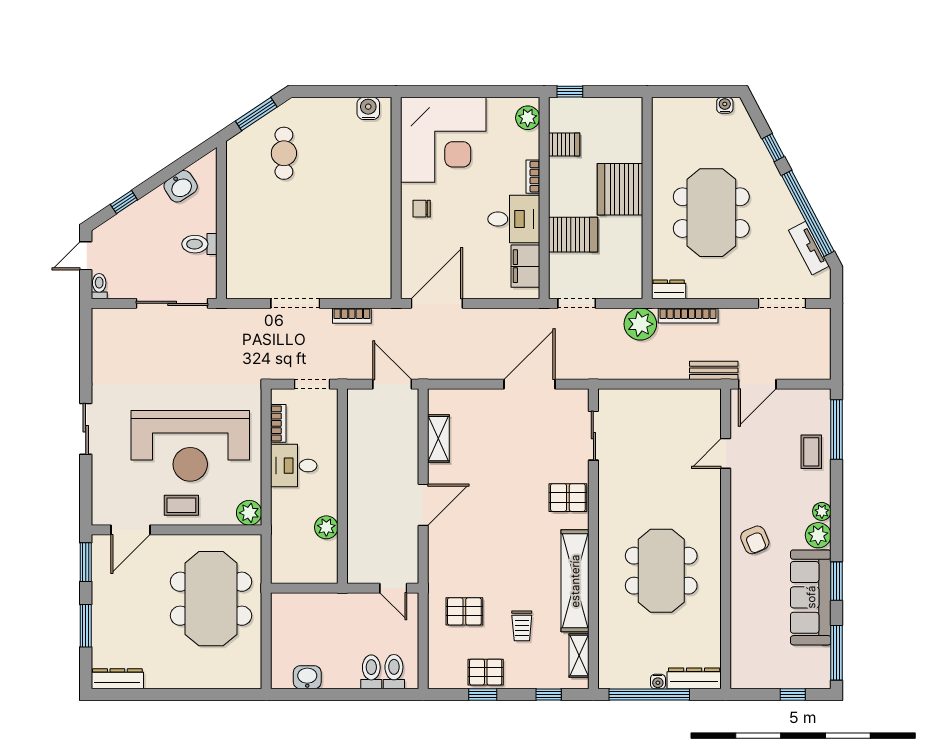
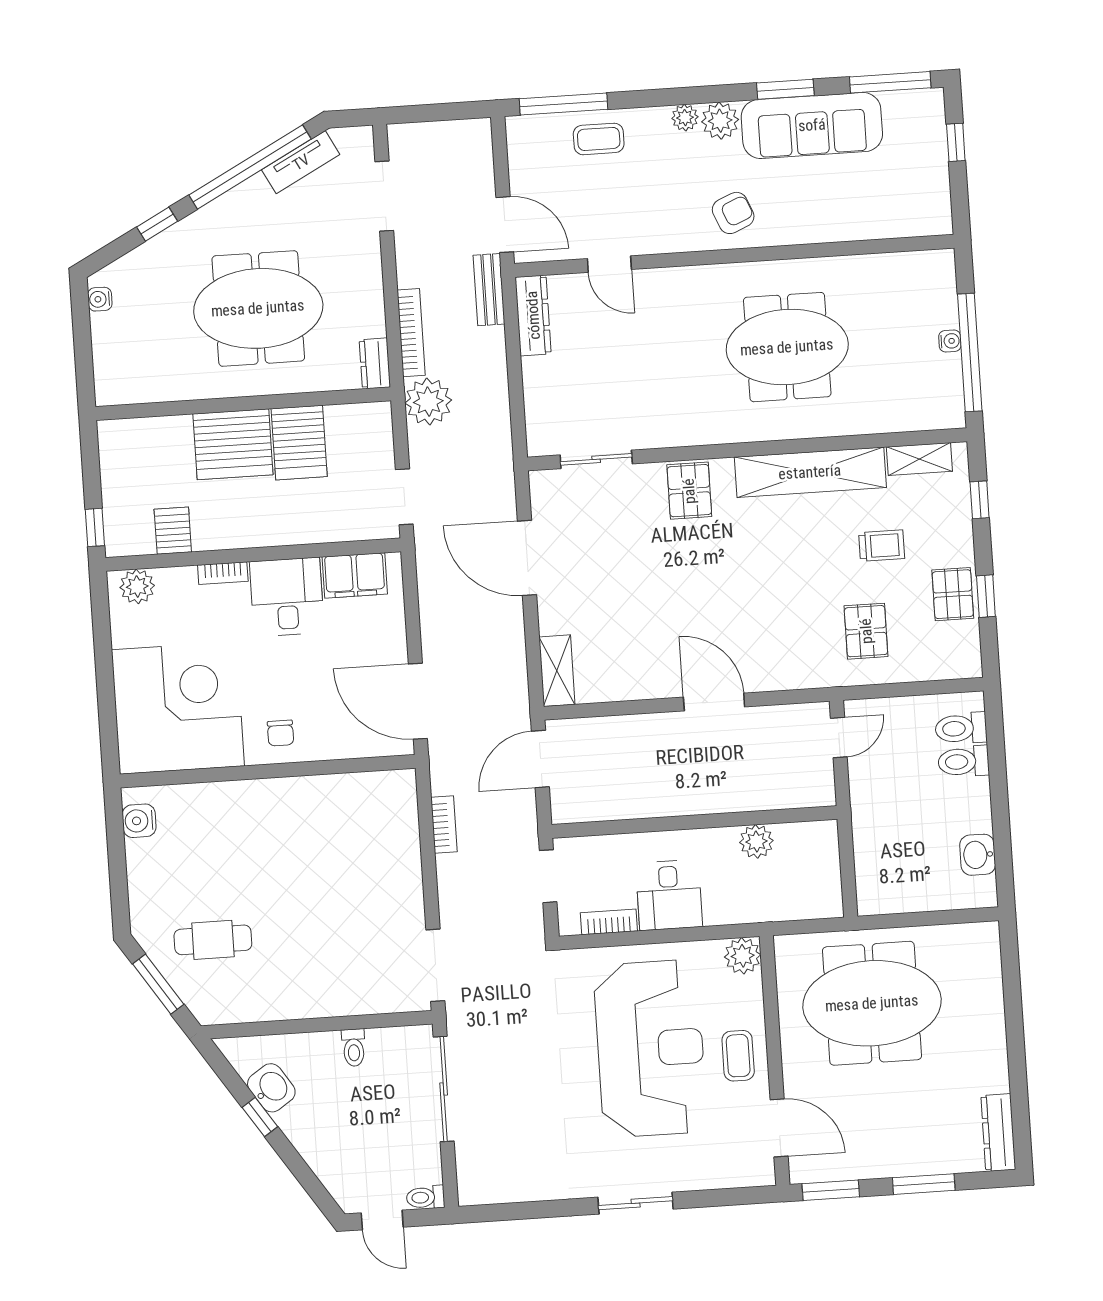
window: (124, 202) -> (260, 1117), moved
server rack: (573, 235) -> (299, 443), moved, turned 180
toilet: (199, 244) -> (354, 1048), width x0.73, depth x0.72
doorway: (295, 303) -> (435, 965), moved
shelving: (438, 439) -> (557, 671), moved, turned 90
dresser: (694, 678) -> (533, 315), moved, turned 180

